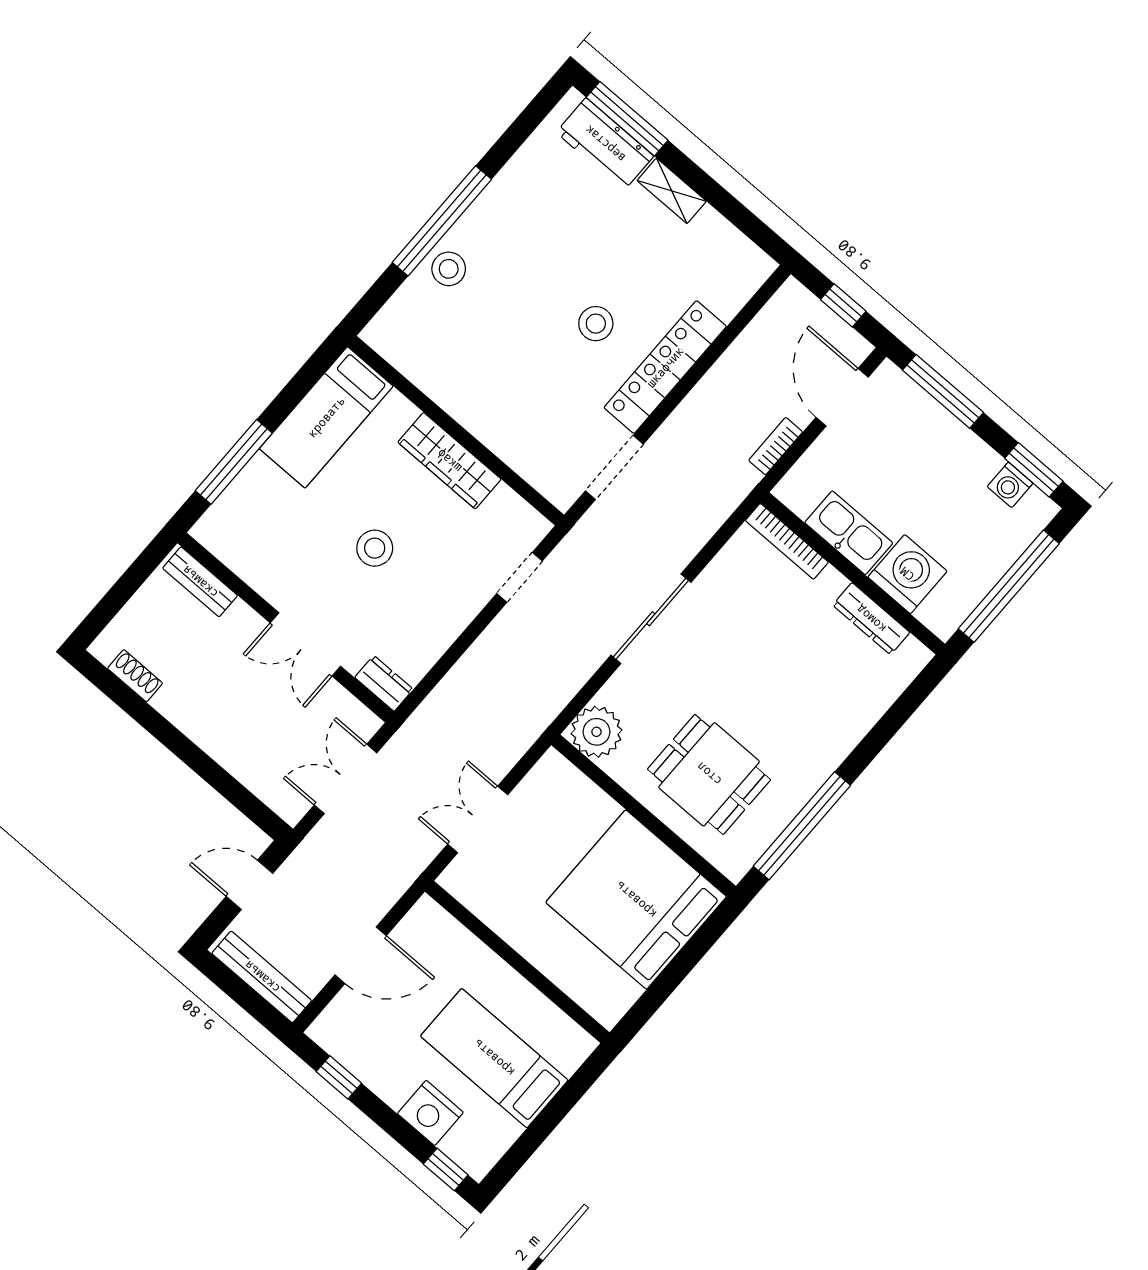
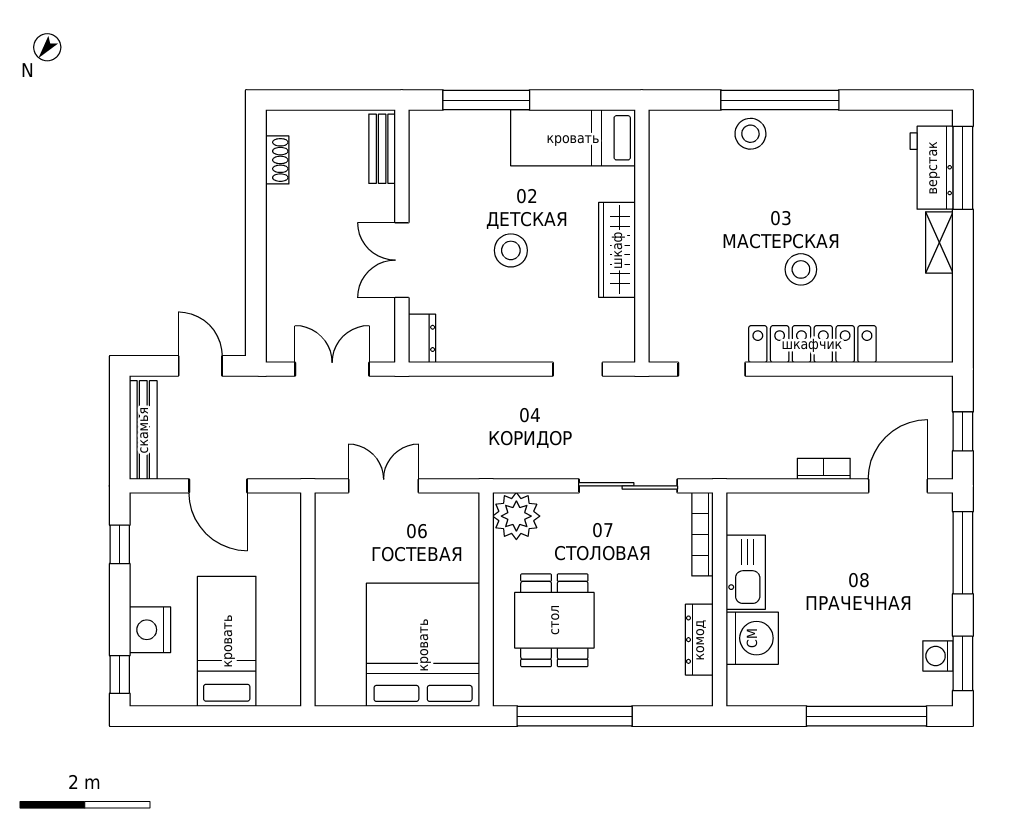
kitchen sink: (849, 533) -> (746, 572), moved
bookcase: (787, 541) -> (702, 534), moved
wall: (853, 573) -> (720, 599), moved
washing machine: (907, 574) -> (752, 638), moved
dresser: (871, 619) -> (699, 640), moved

